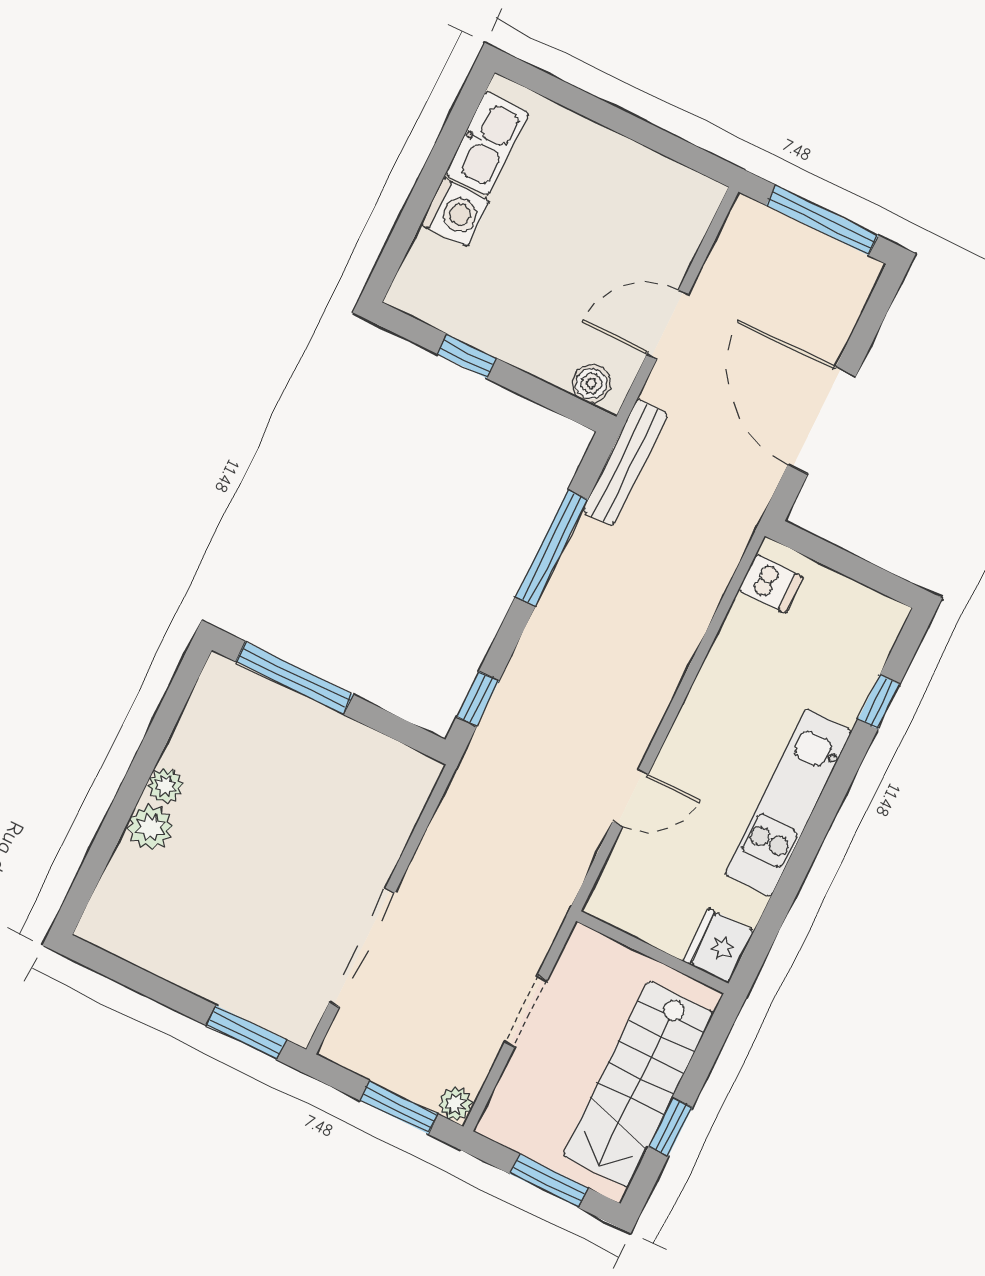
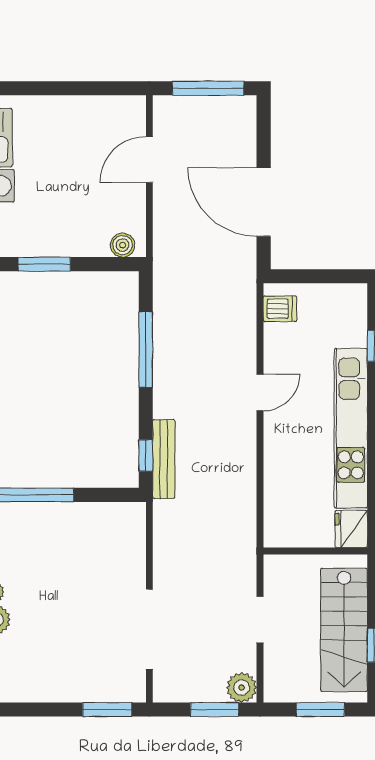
door: (668, 324) -> (149, 160), moved
window: (467, 356) -> (44, 264), width x1.50
bench: (625, 463) -> (164, 459), moved
door: (630, 798) -> (260, 392), moved
kitchen unit: (788, 802) -> (351, 428), width x1.36
plant: (456, 1104) -> (242, 688), width x1.38, depth x1.38

